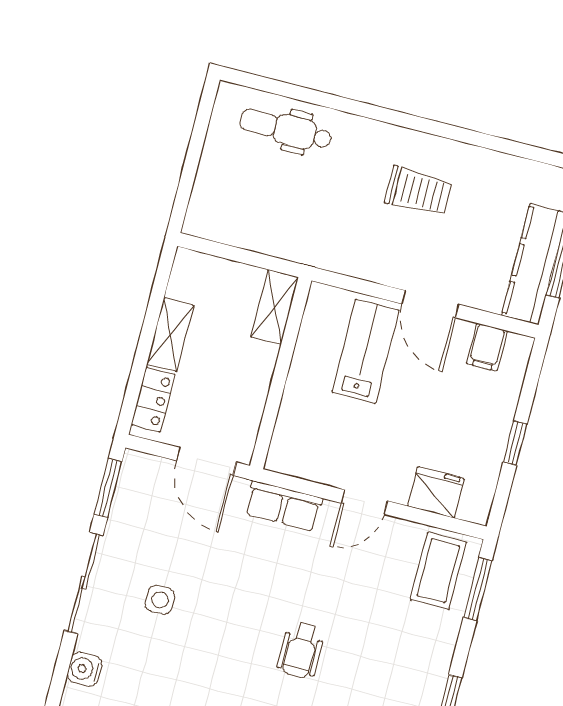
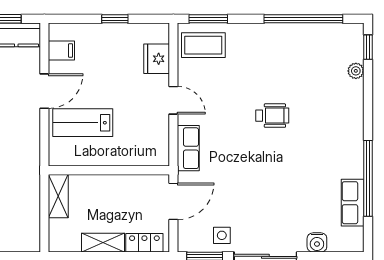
shelving: (275, 307) -> (58, 196), moved, turned 90
side table: (160, 600) -> (222, 235), moved

